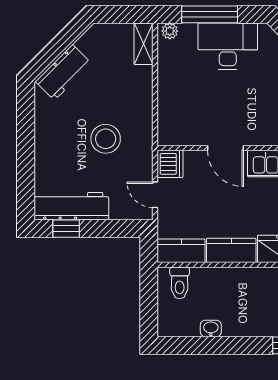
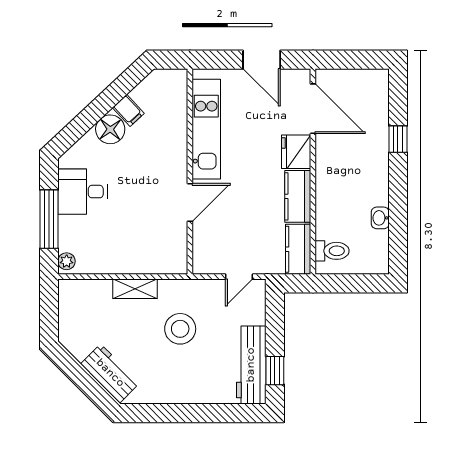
shelving: (144, 44) -> (135, 289), moved
desk: (228, 46) -> (83, 192), width x0.73
dishwasher: (170, 164) -> (207, 261), removed

